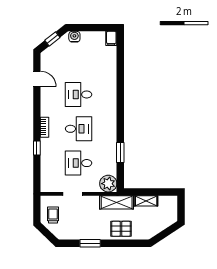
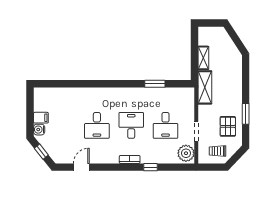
filing cabinet: (111, 38) -> (41, 118), moved
plant: (108, 184) -> (186, 153), moved
pallet: (121, 229) -> (228, 126), moved

